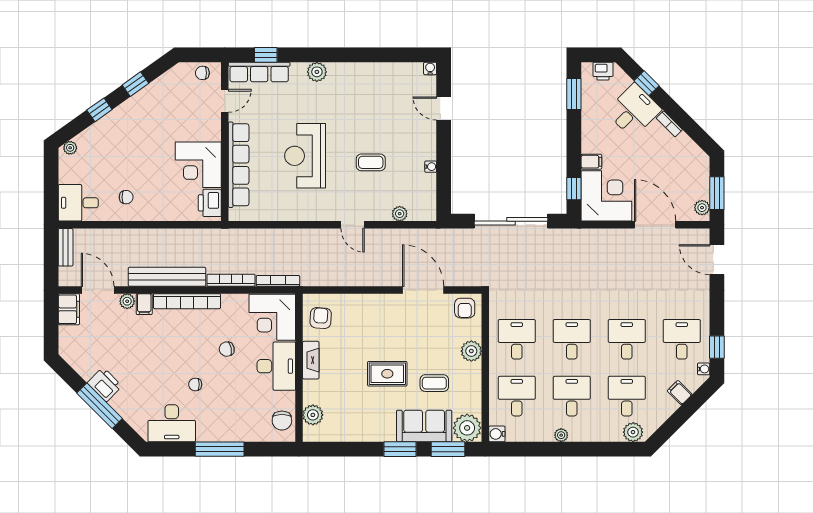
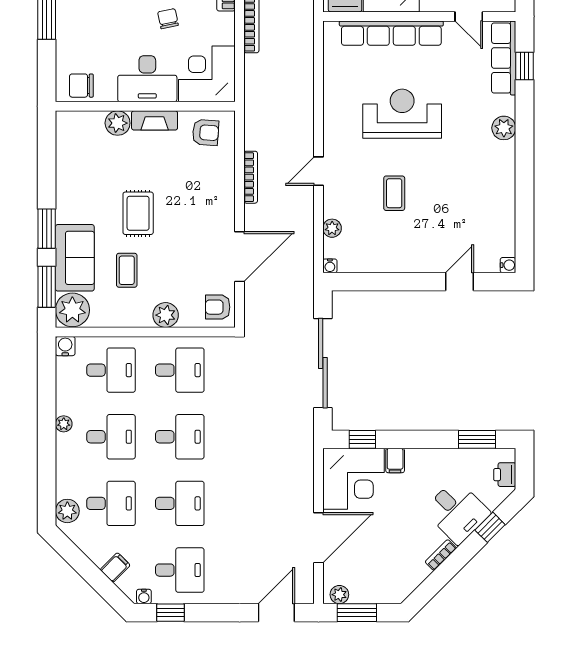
water cooler: (431, 167) -> (330, 266), moved
bookcase: (278, 281) -> (251, 177), moved
plant: (313, 415) -> (118, 123), moved

